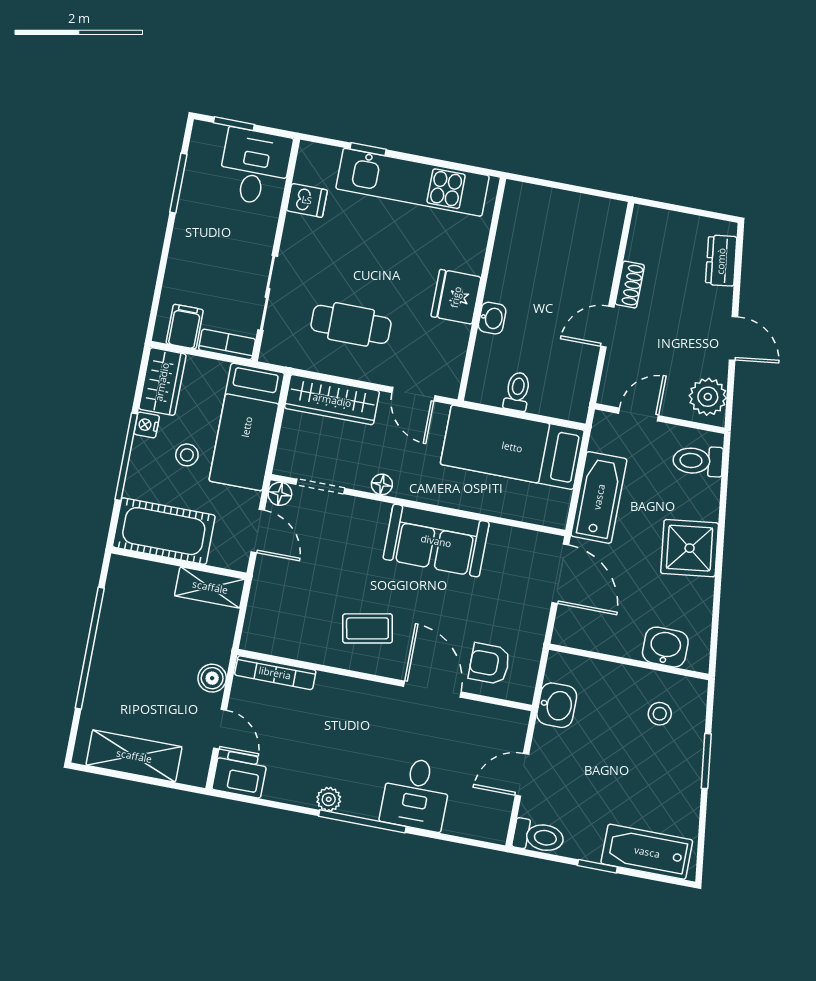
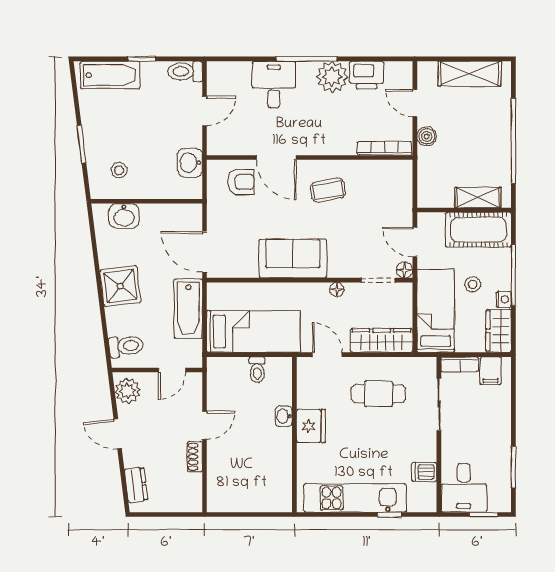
shelving: (210, 587) -> (478, 198), moved
printer: (240, 774) -> (367, 75), moved
plant: (329, 799) -> (332, 77), width x1.88, depth x1.88

